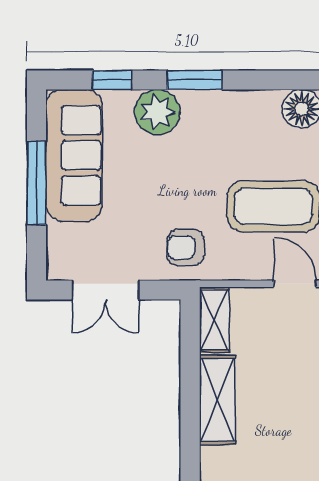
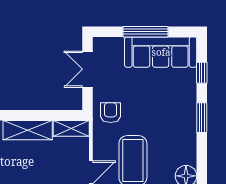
plant: (157, 112) -> (184, 97), removed

